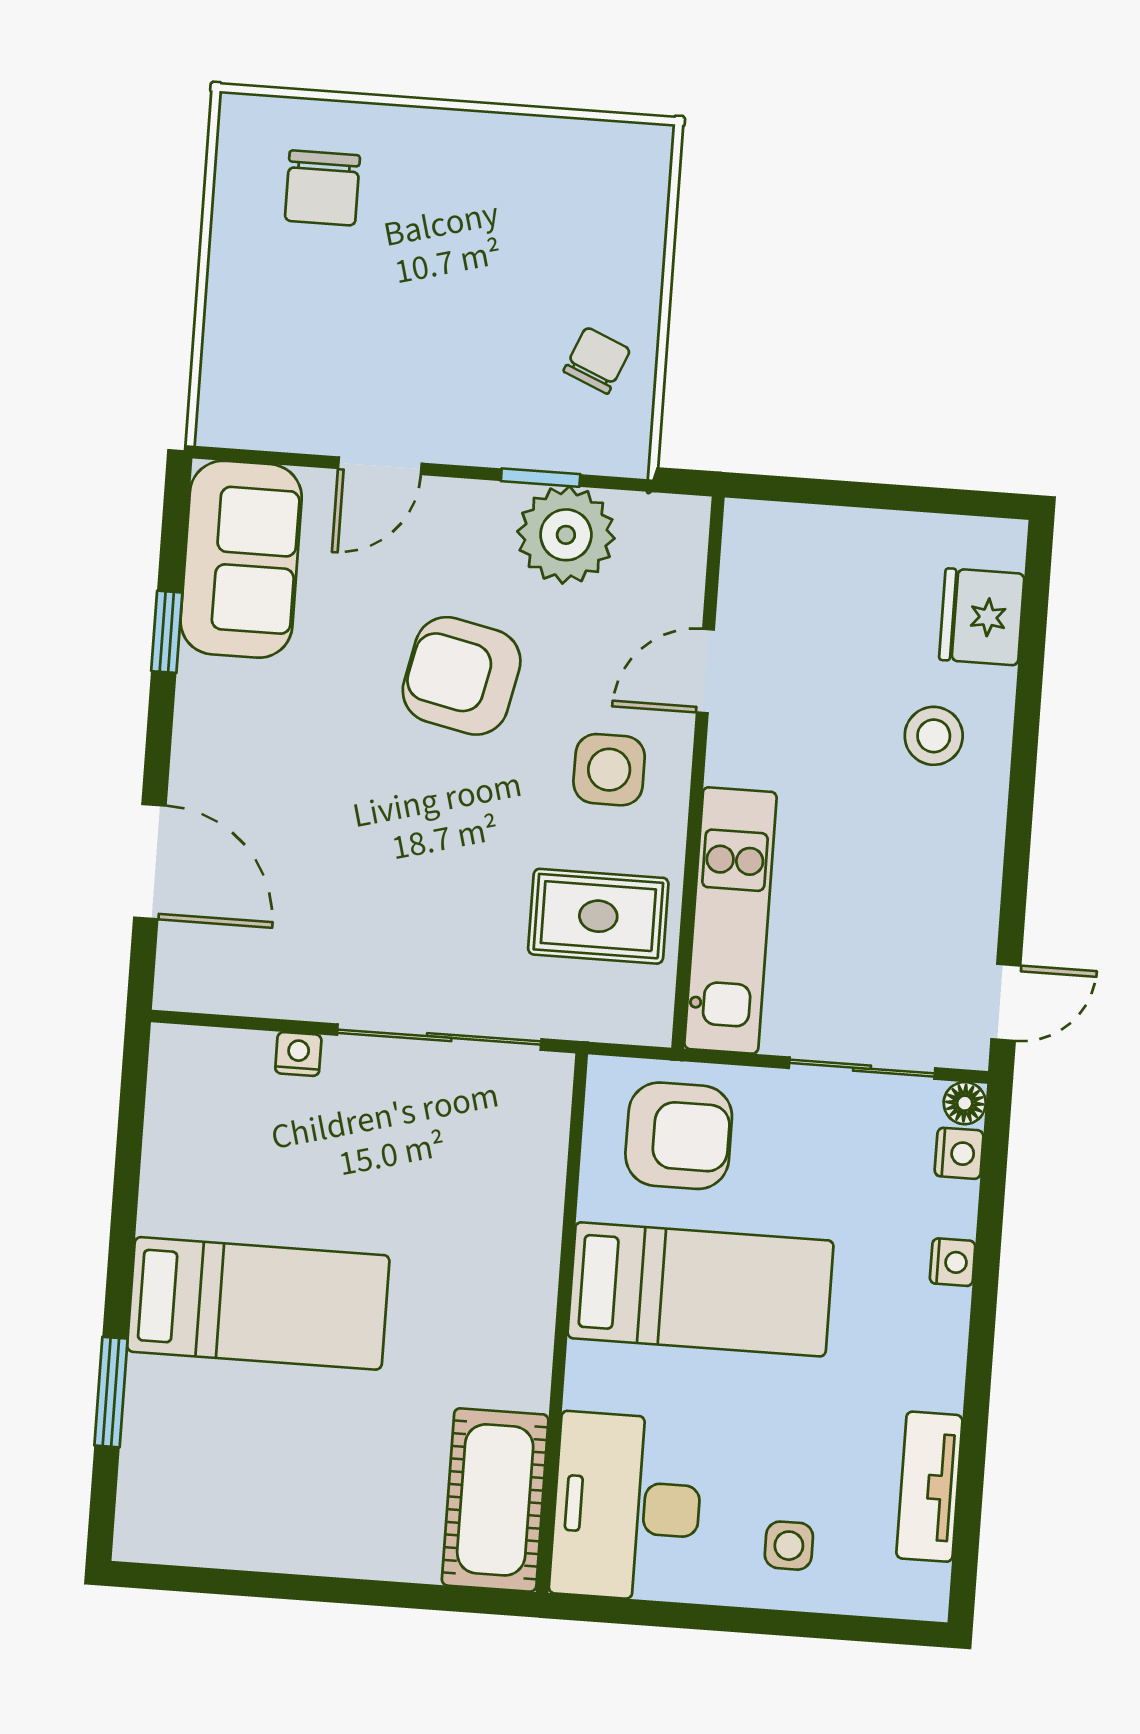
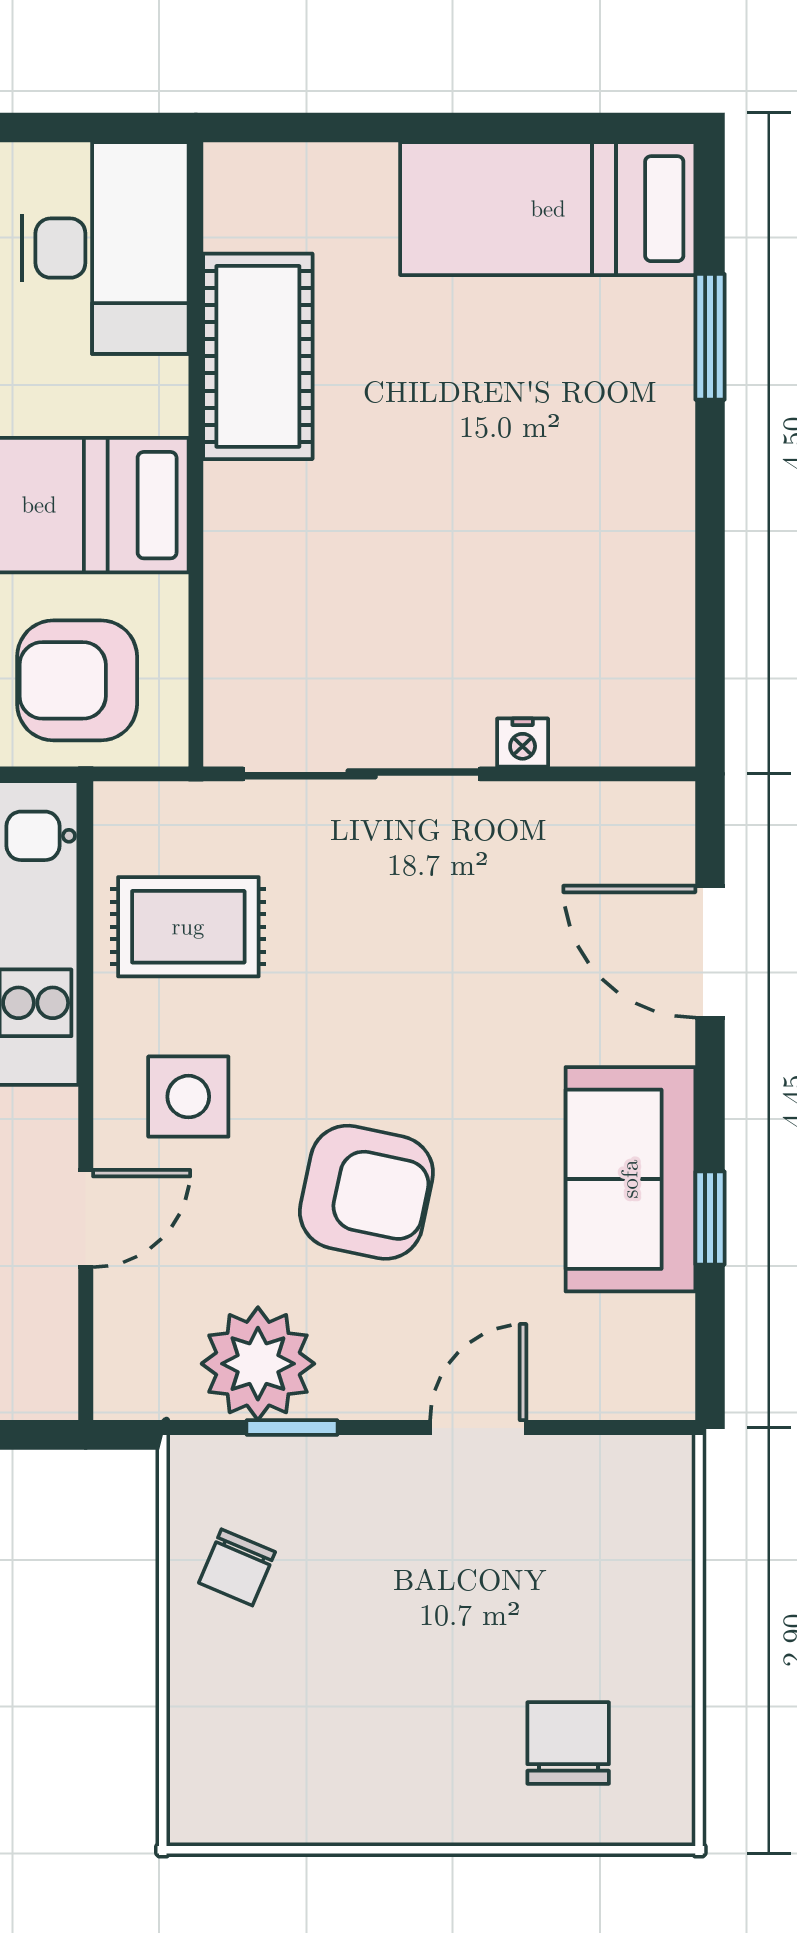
sofa: (241, 559) -> (630, 1179), moved
bed: (258, 1303) -> (548, 209), moved
cot: (495, 1500) -> (258, 356), moved

